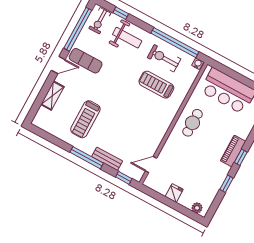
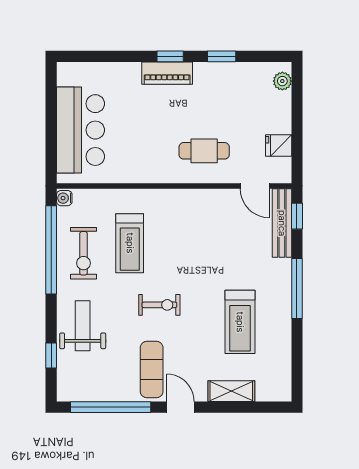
exercise bike: (100, 21) -> (159, 305), moved
treadmill: (85, 119) -> (240, 322), turned 90
cafe table: (193, 123) -> (204, 151), moved
bench: (107, 159) -> (282, 223), moved, width x1.36
fridge: (174, 193) -> (279, 145), moved

